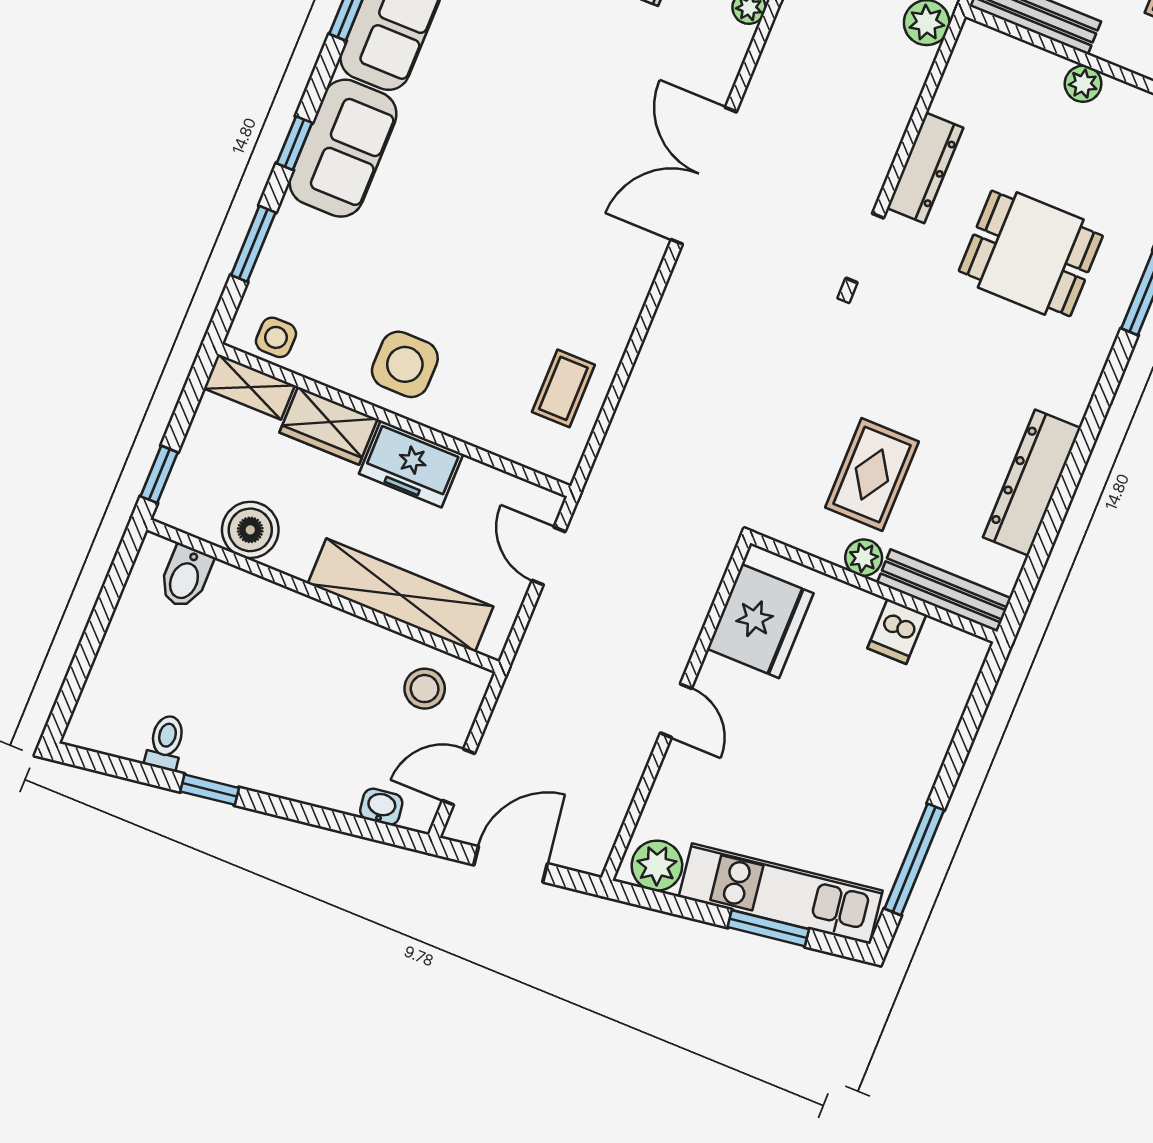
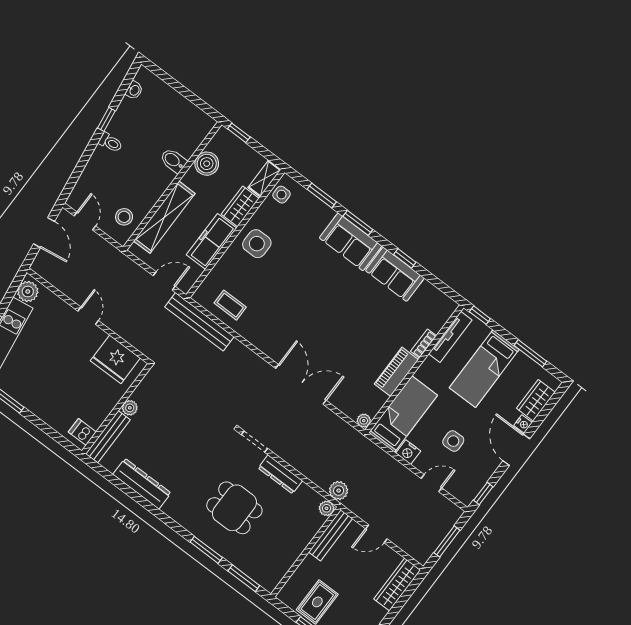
plant: (1083, 84) -> (327, 508), moved
window: (294, 143) -> (358, 223), width x1.50
dining table: (1031, 253) -> (234, 508), turned 90
bench: (621, 449) -> (199, 322), added
freezer: (411, 464) -> (212, 241), width x1.40
rug: (872, 475) -> (162, 420), removed
bidet: (186, 577) -> (173, 161), moved
dishwasher: (897, 631) -> (82, 432), moved
door: (676, 711) -> (88, 316), swing flipped
toilet: (166, 742) -> (110, 143), moved
washbasin: (381, 807) -> (134, 90), moved

